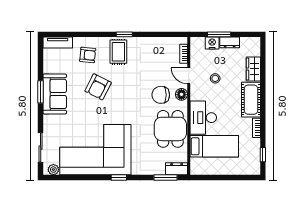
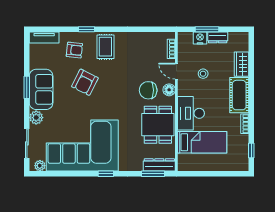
window: (124, 34) -> (86, 29), moved
plant: (50, 122) -> (36, 118), added
dresser: (177, 169) -> (159, 165), width x1.44

